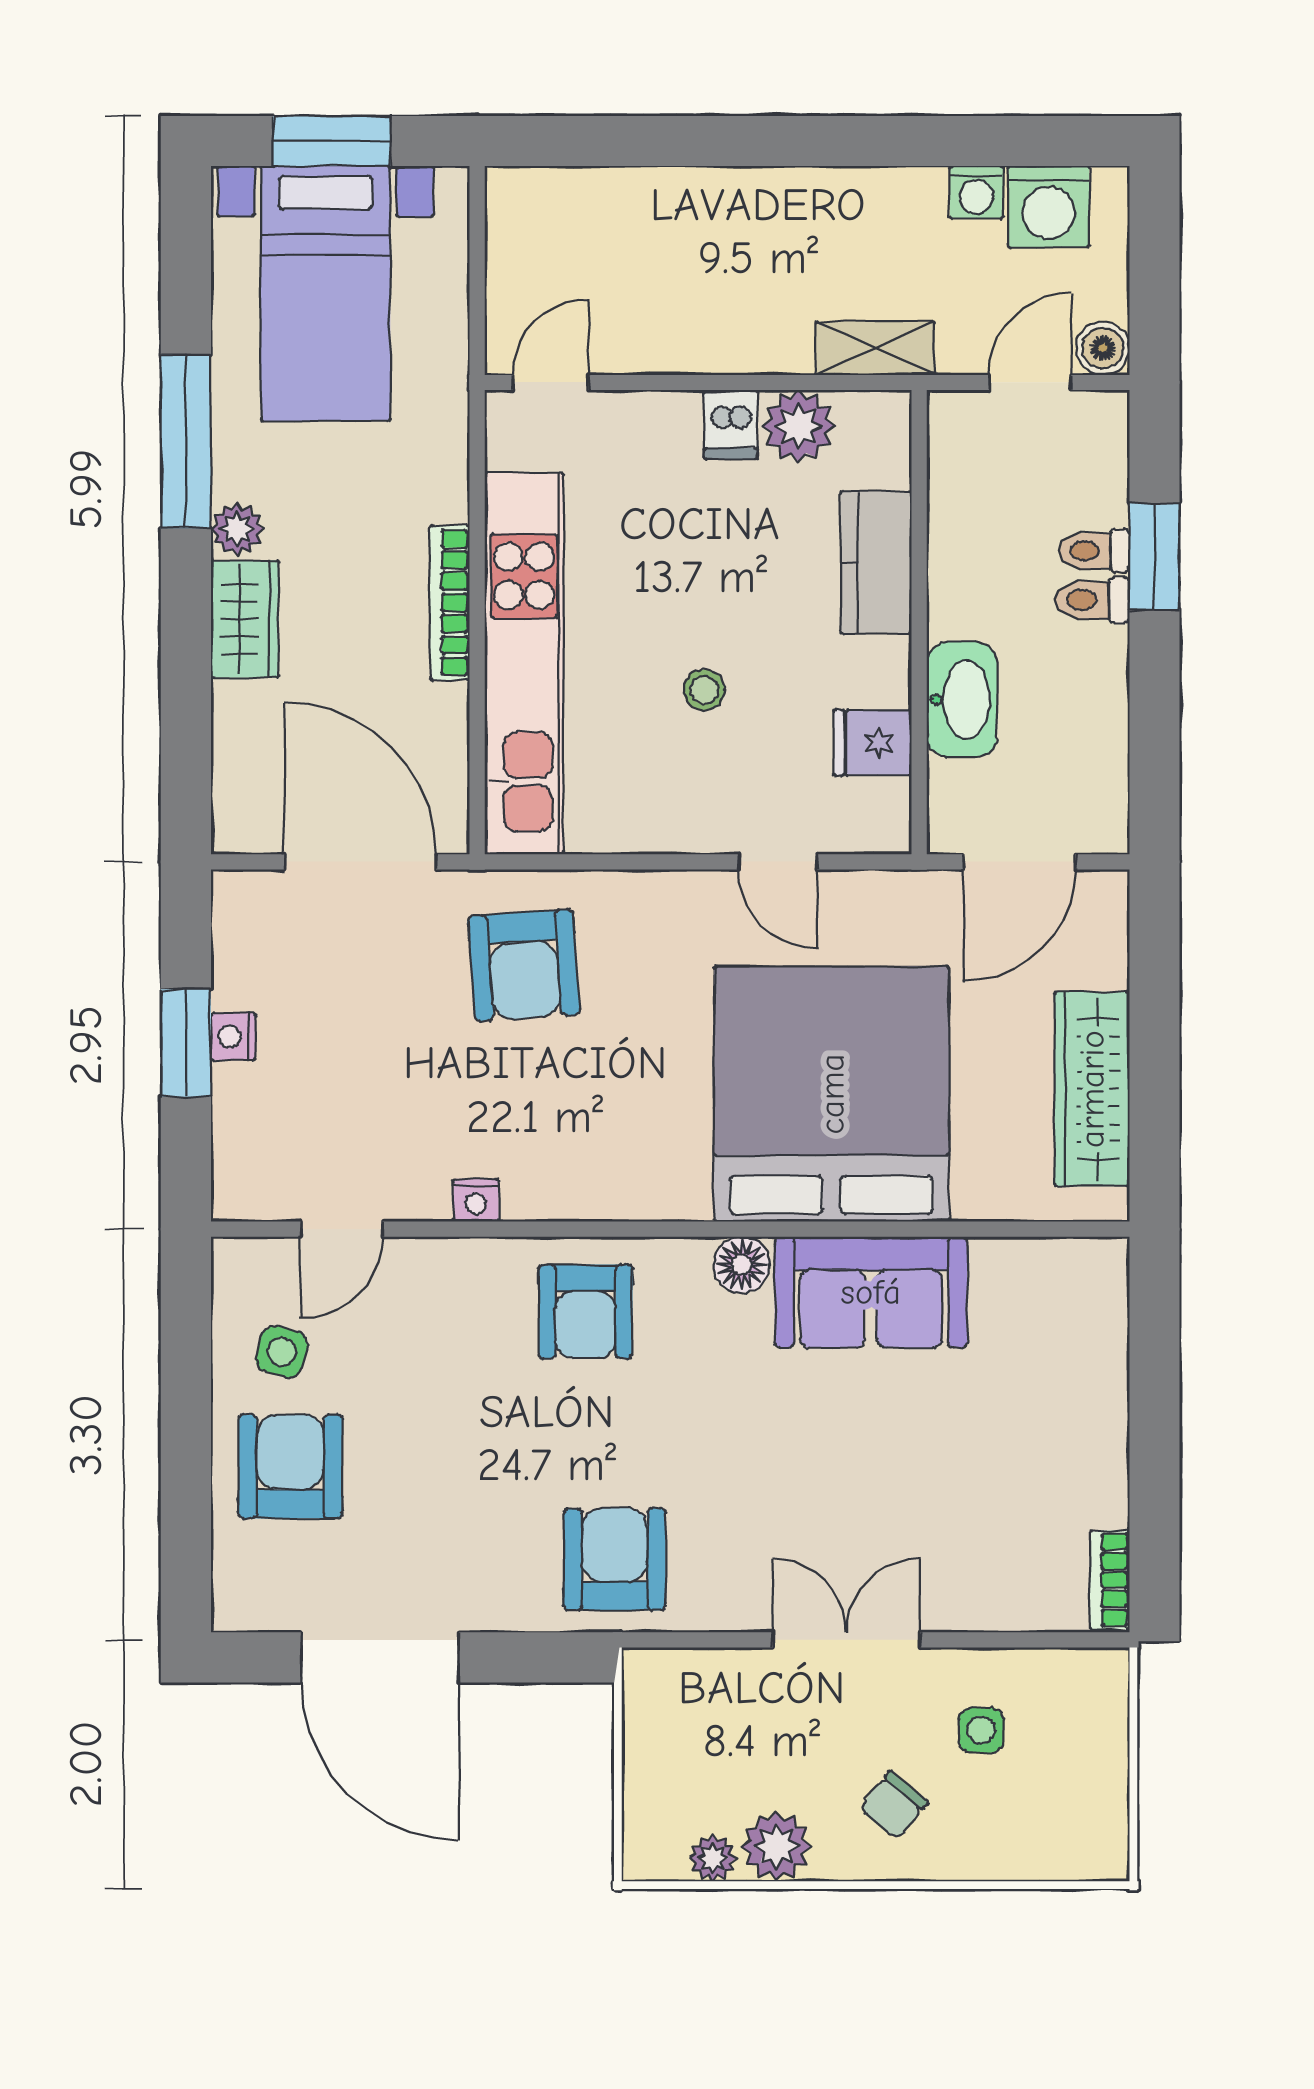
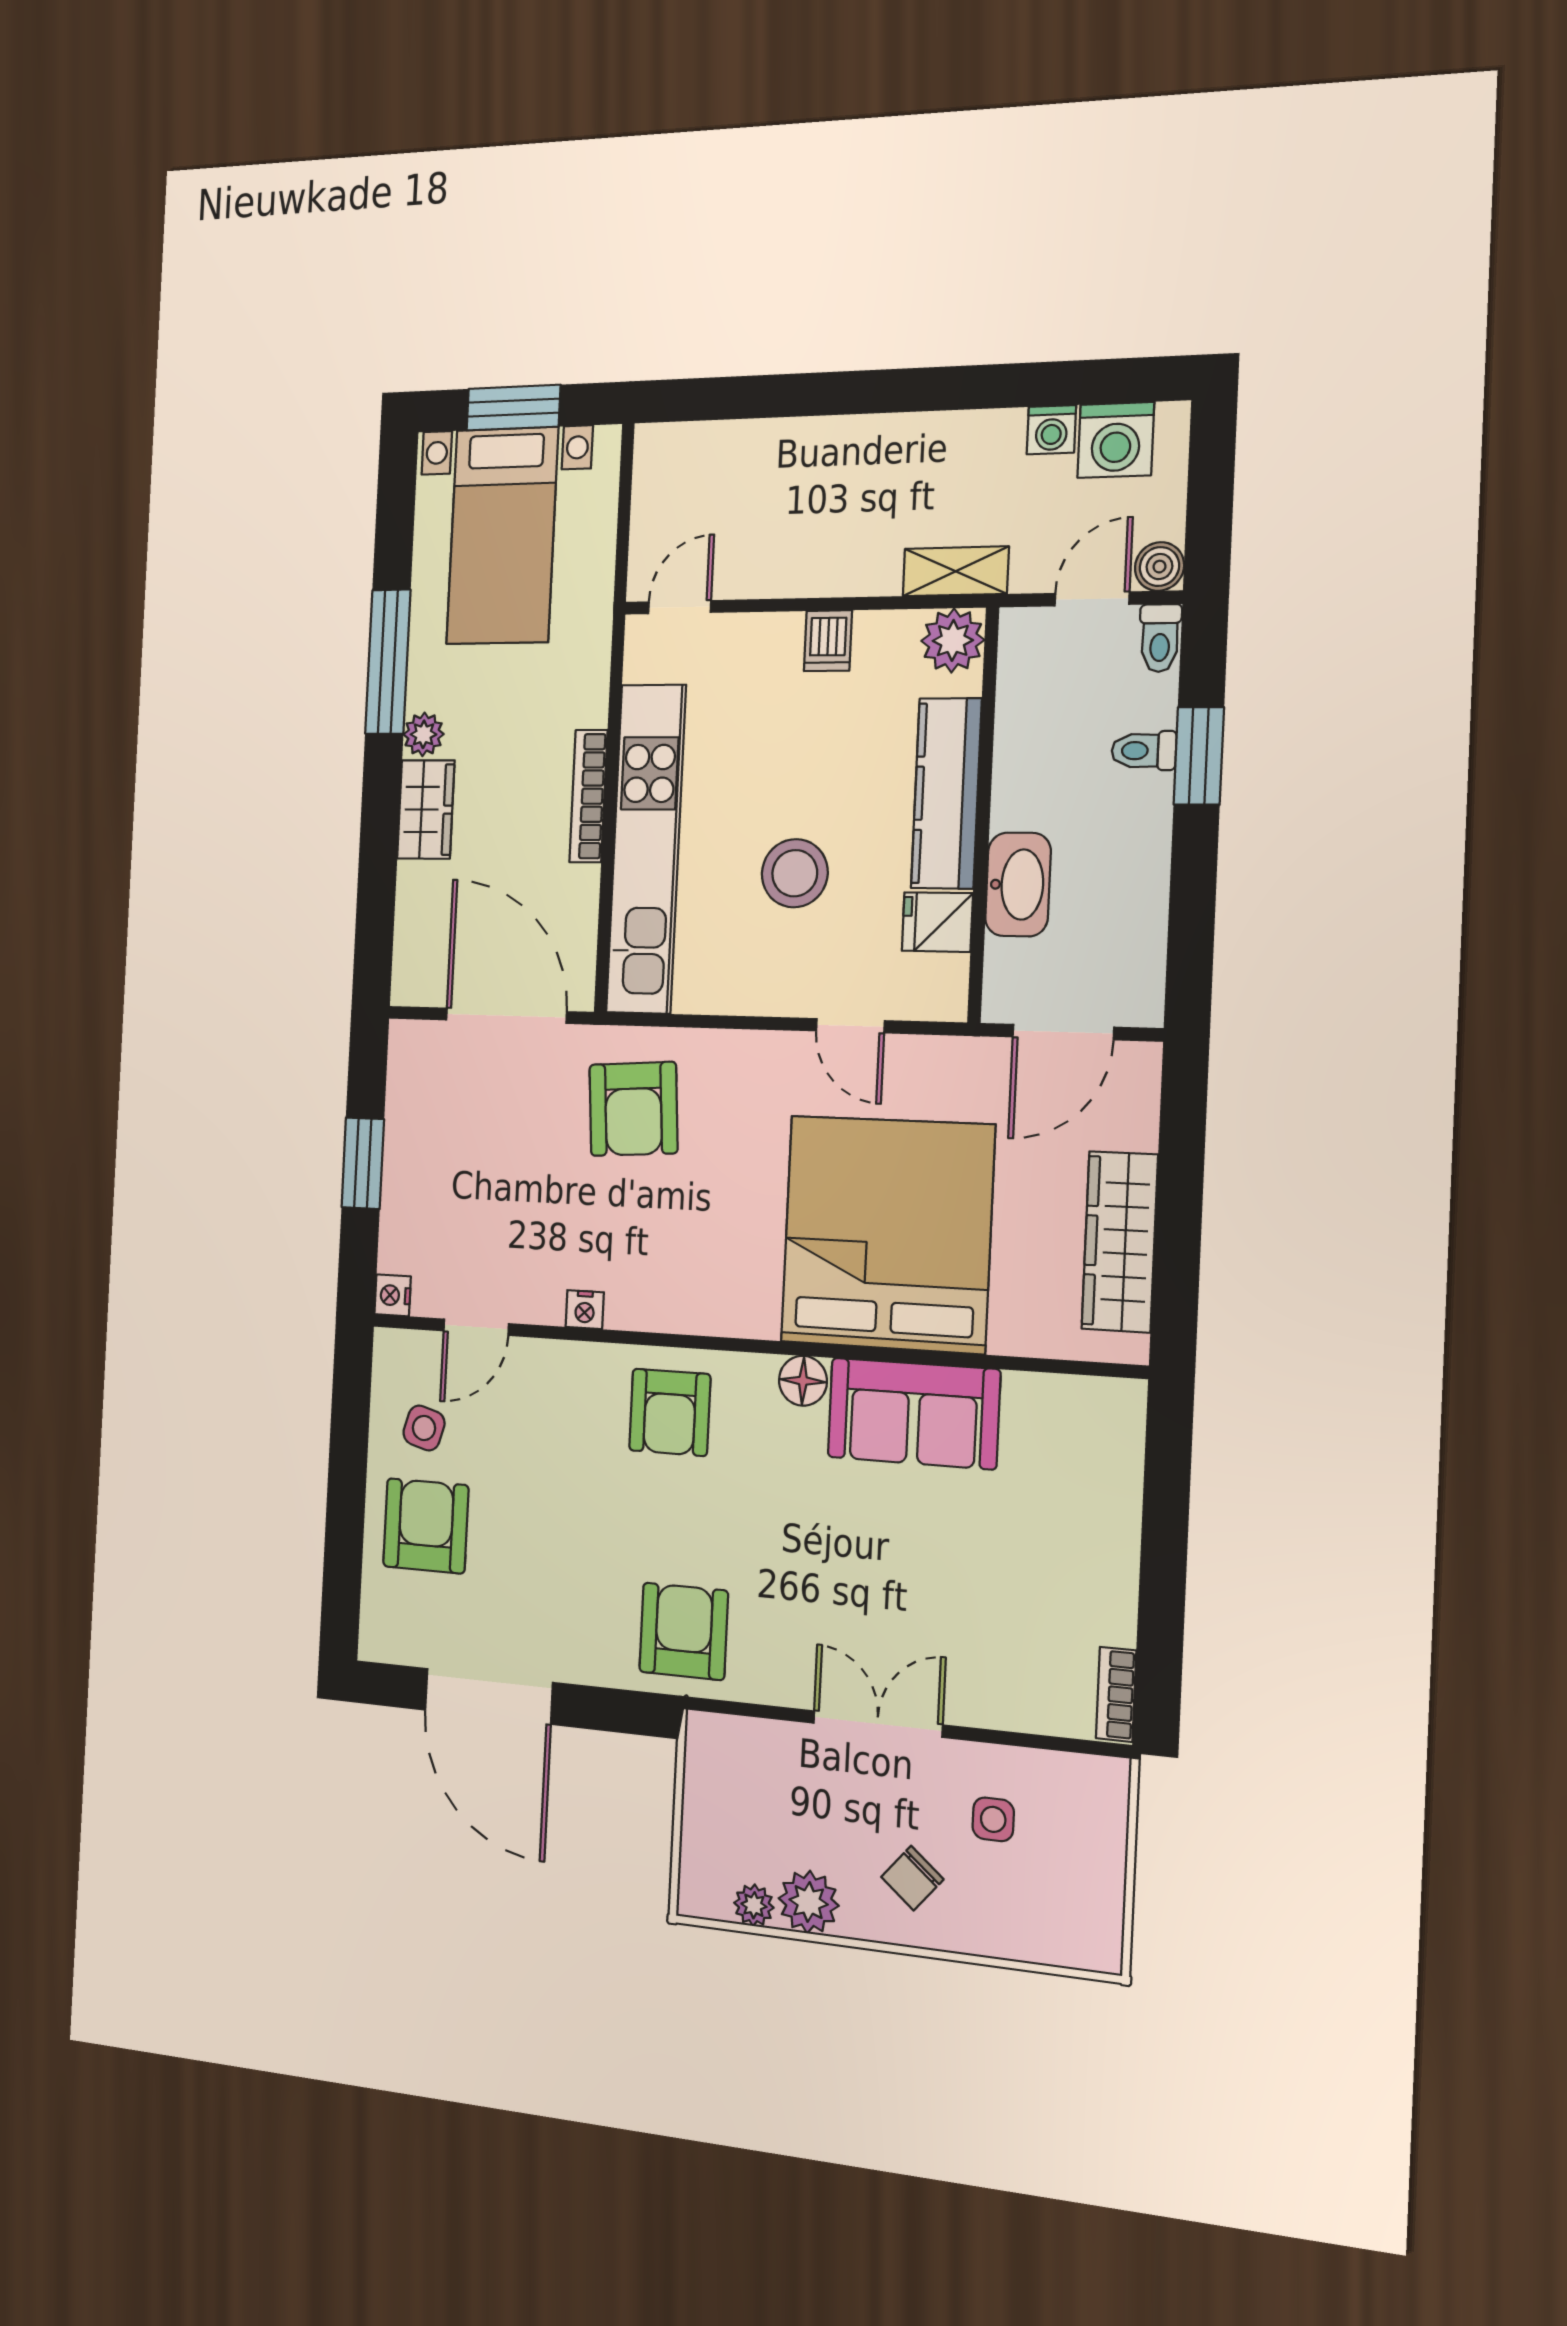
plant: (799, 426) -> (953, 640), moved
kitchen counter: (876, 563) -> (946, 793), width x1.50
toilet: (1092, 600) -> (1160, 638), moved, turned -90
stool: (704, 690) -> (795, 873), width x1.89, depth x1.89
nightstand: (233, 1037) -> (393, 1295), moved

